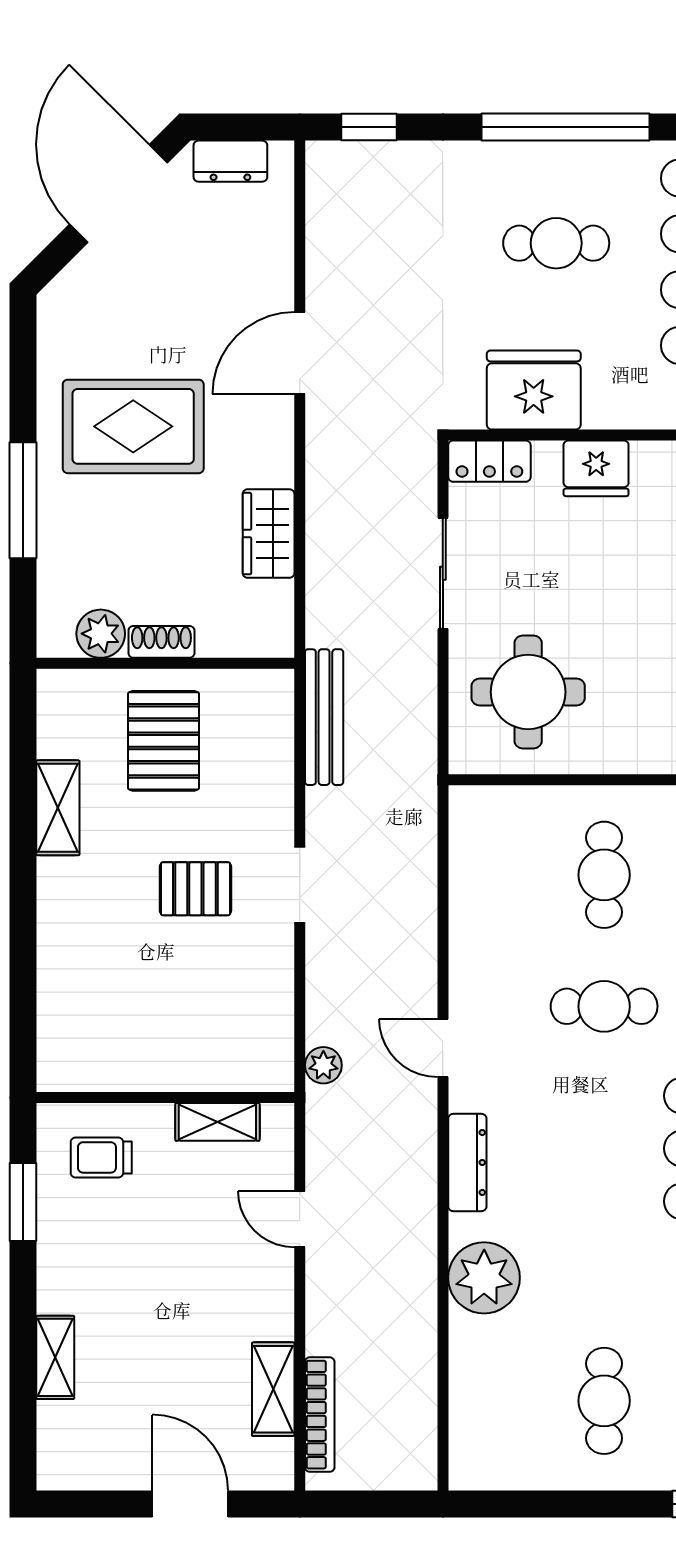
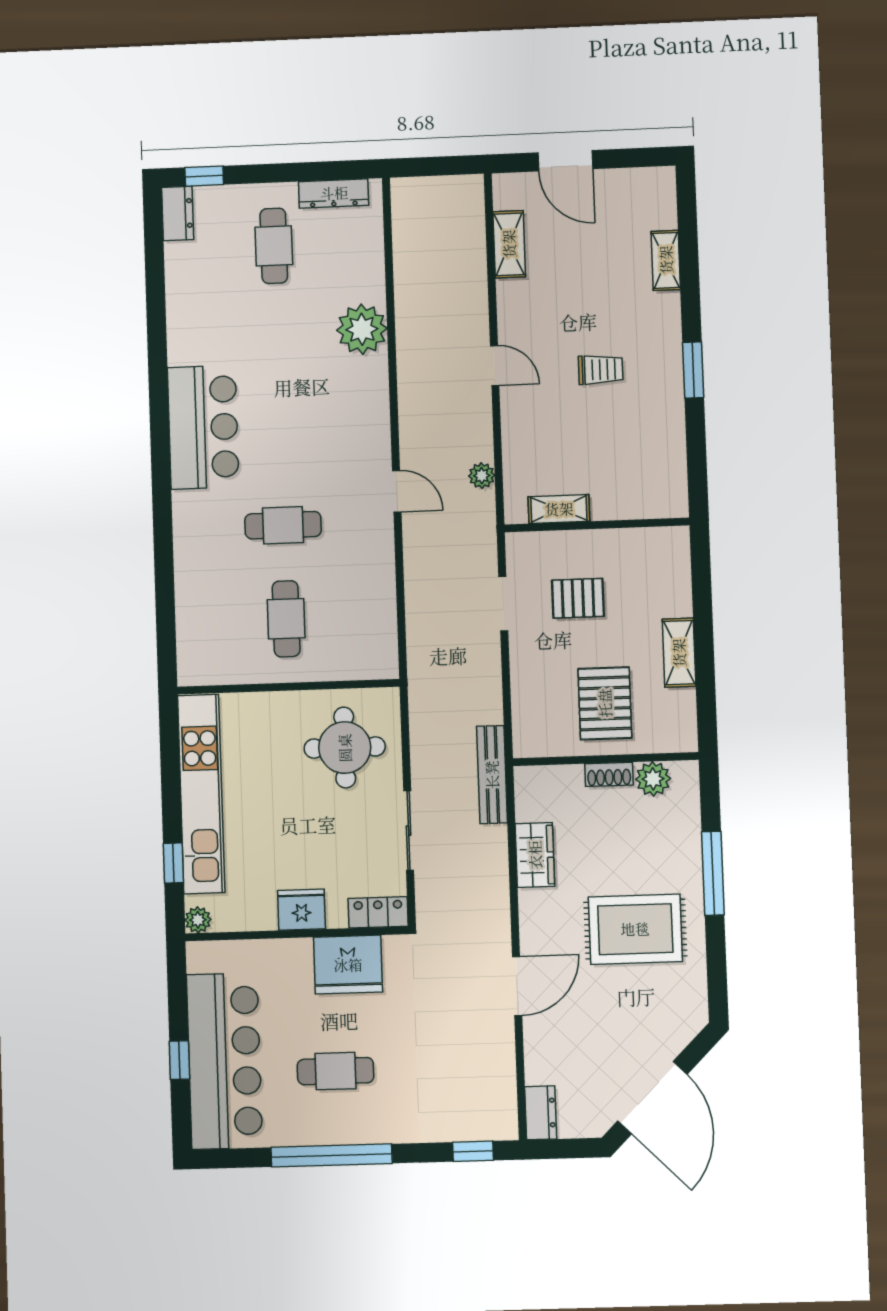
dresser: (230, 161) -> (541, 1113), moved, turned 90
bench: (324, 717) -> (492, 775), moved
wall: (165, 1098) -> (597, 525), moved
shelving: (217, 1122) -> (559, 509), moved
trolley: (101, 1157) -> (601, 370), moved
dresser: (467, 1162) -> (334, 193), moved, turned -90
bookcase: (320, 1415) -> (475, 228), removed

